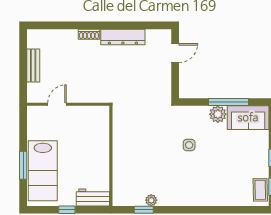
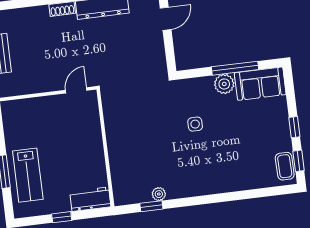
door: (57, 104) -> (76, 90), moved
lab bench: (43, 171) -> (28, 175), width x0.73, depth x0.72

